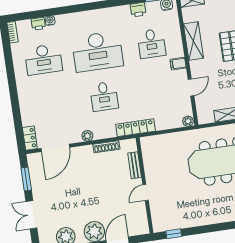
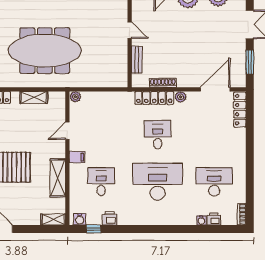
locker: (136, 128) -> (154, 98), moved
locker: (30, 138) -> (240, 110), width x1.53
door: (146, 192) -> (130, 30), hinge flipped

